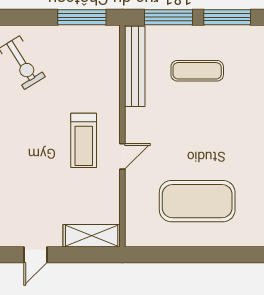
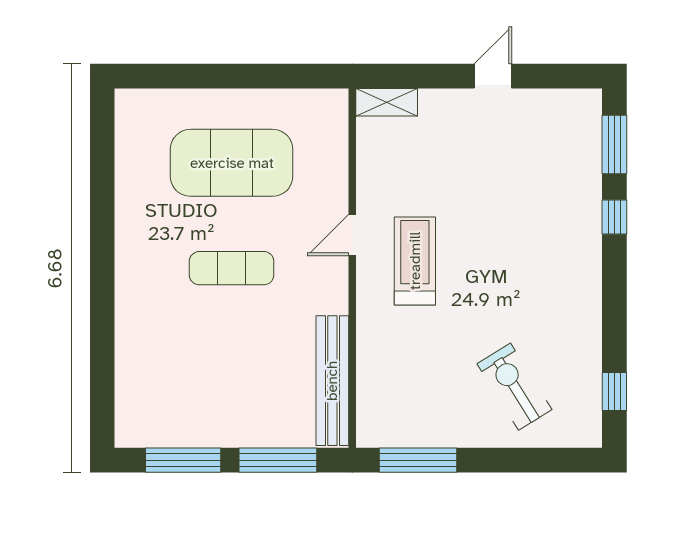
exercise mat: (197, 71) -> (232, 268), moved
shelving: (92, 236) -> (387, 102), width x0.67, depth x0.75

